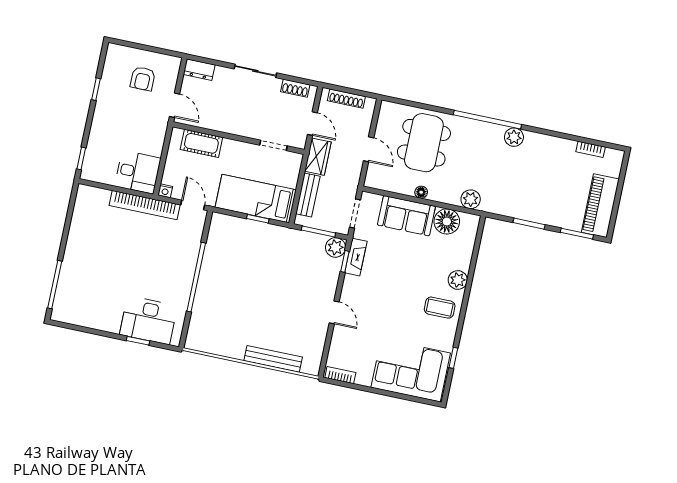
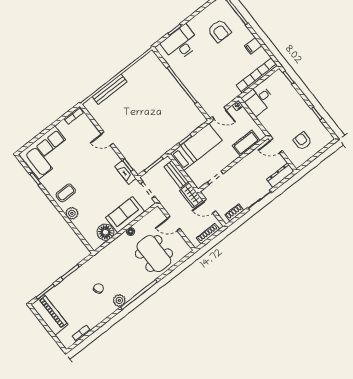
dresser: (199, 70) -> (280, 175), width x1.44
chair: (520, 174) -> (99, 288), added
plant: (471, 199) -> (107, 253), removed
bookcase: (145, 205) -> (257, 75), moved
filing cabinet: (79, 232) -> (253, 46), added
plant: (336, 247) -> (139, 166), removed
armchair: (95, 287) -> (219, 31), added

